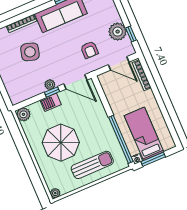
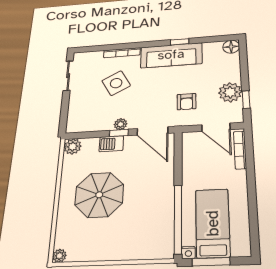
side table: (30, 52) -> (116, 83), turned 45
sun lounger: (92, 165) -> (125, 238), removed

